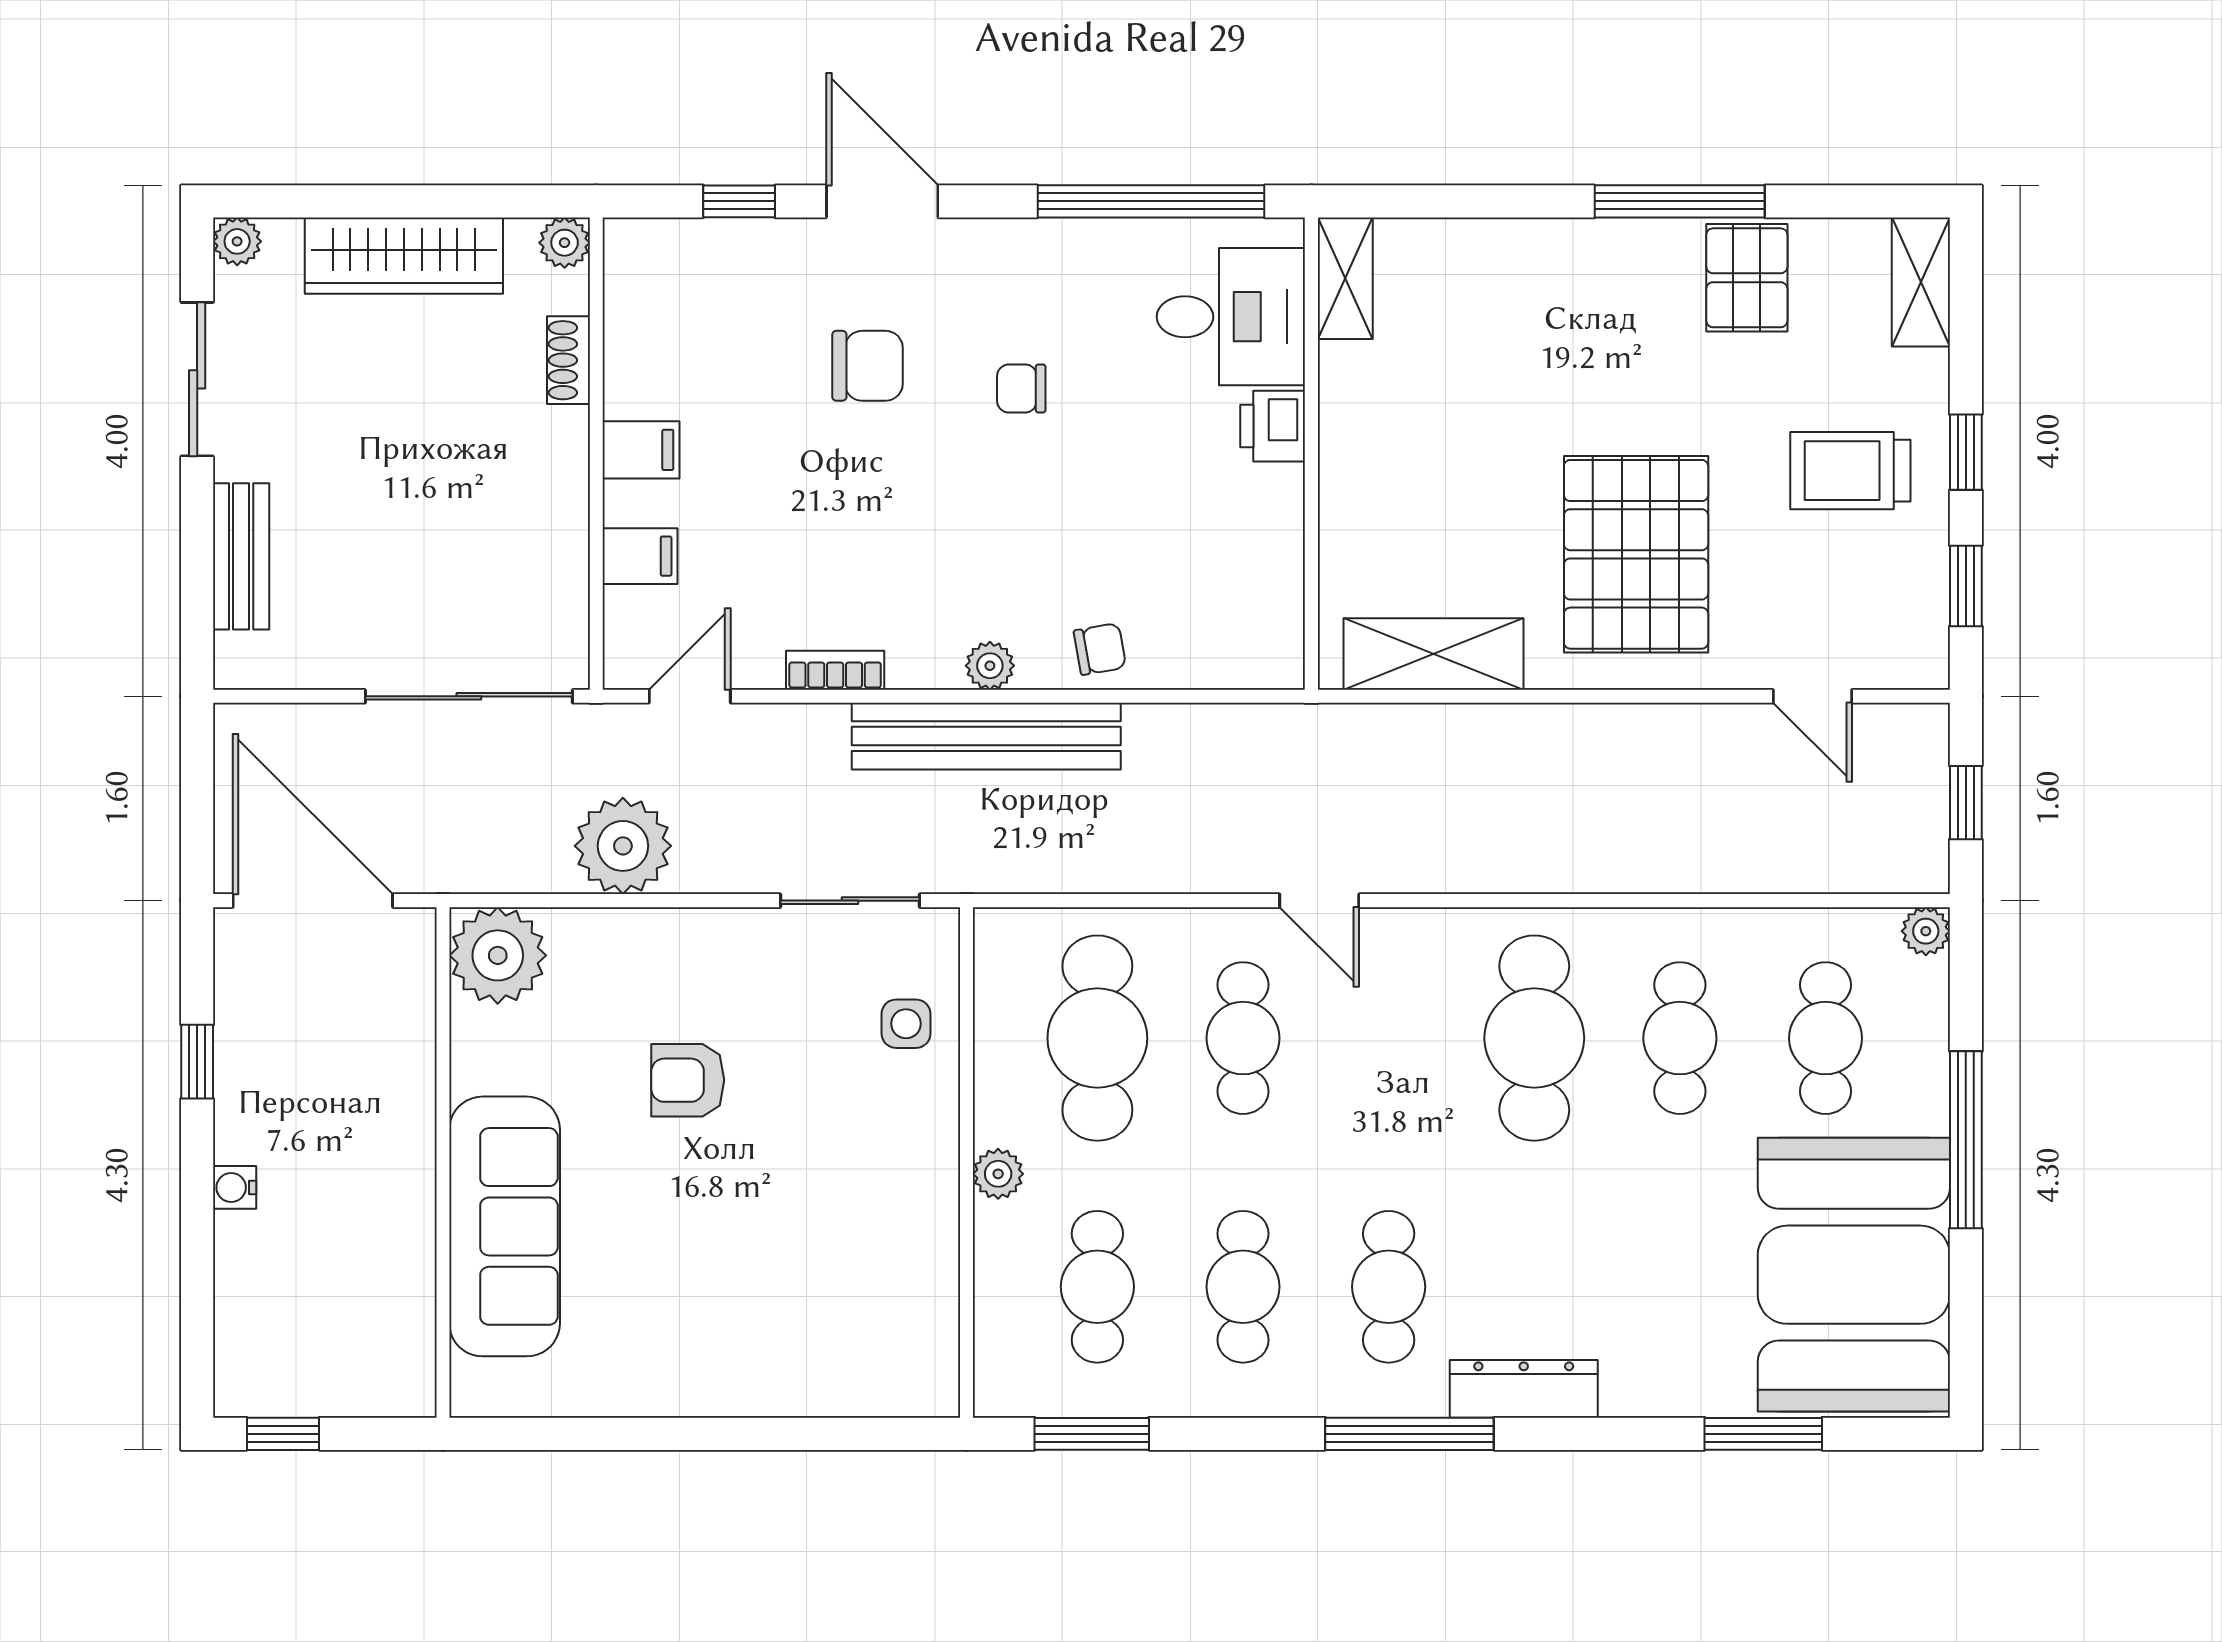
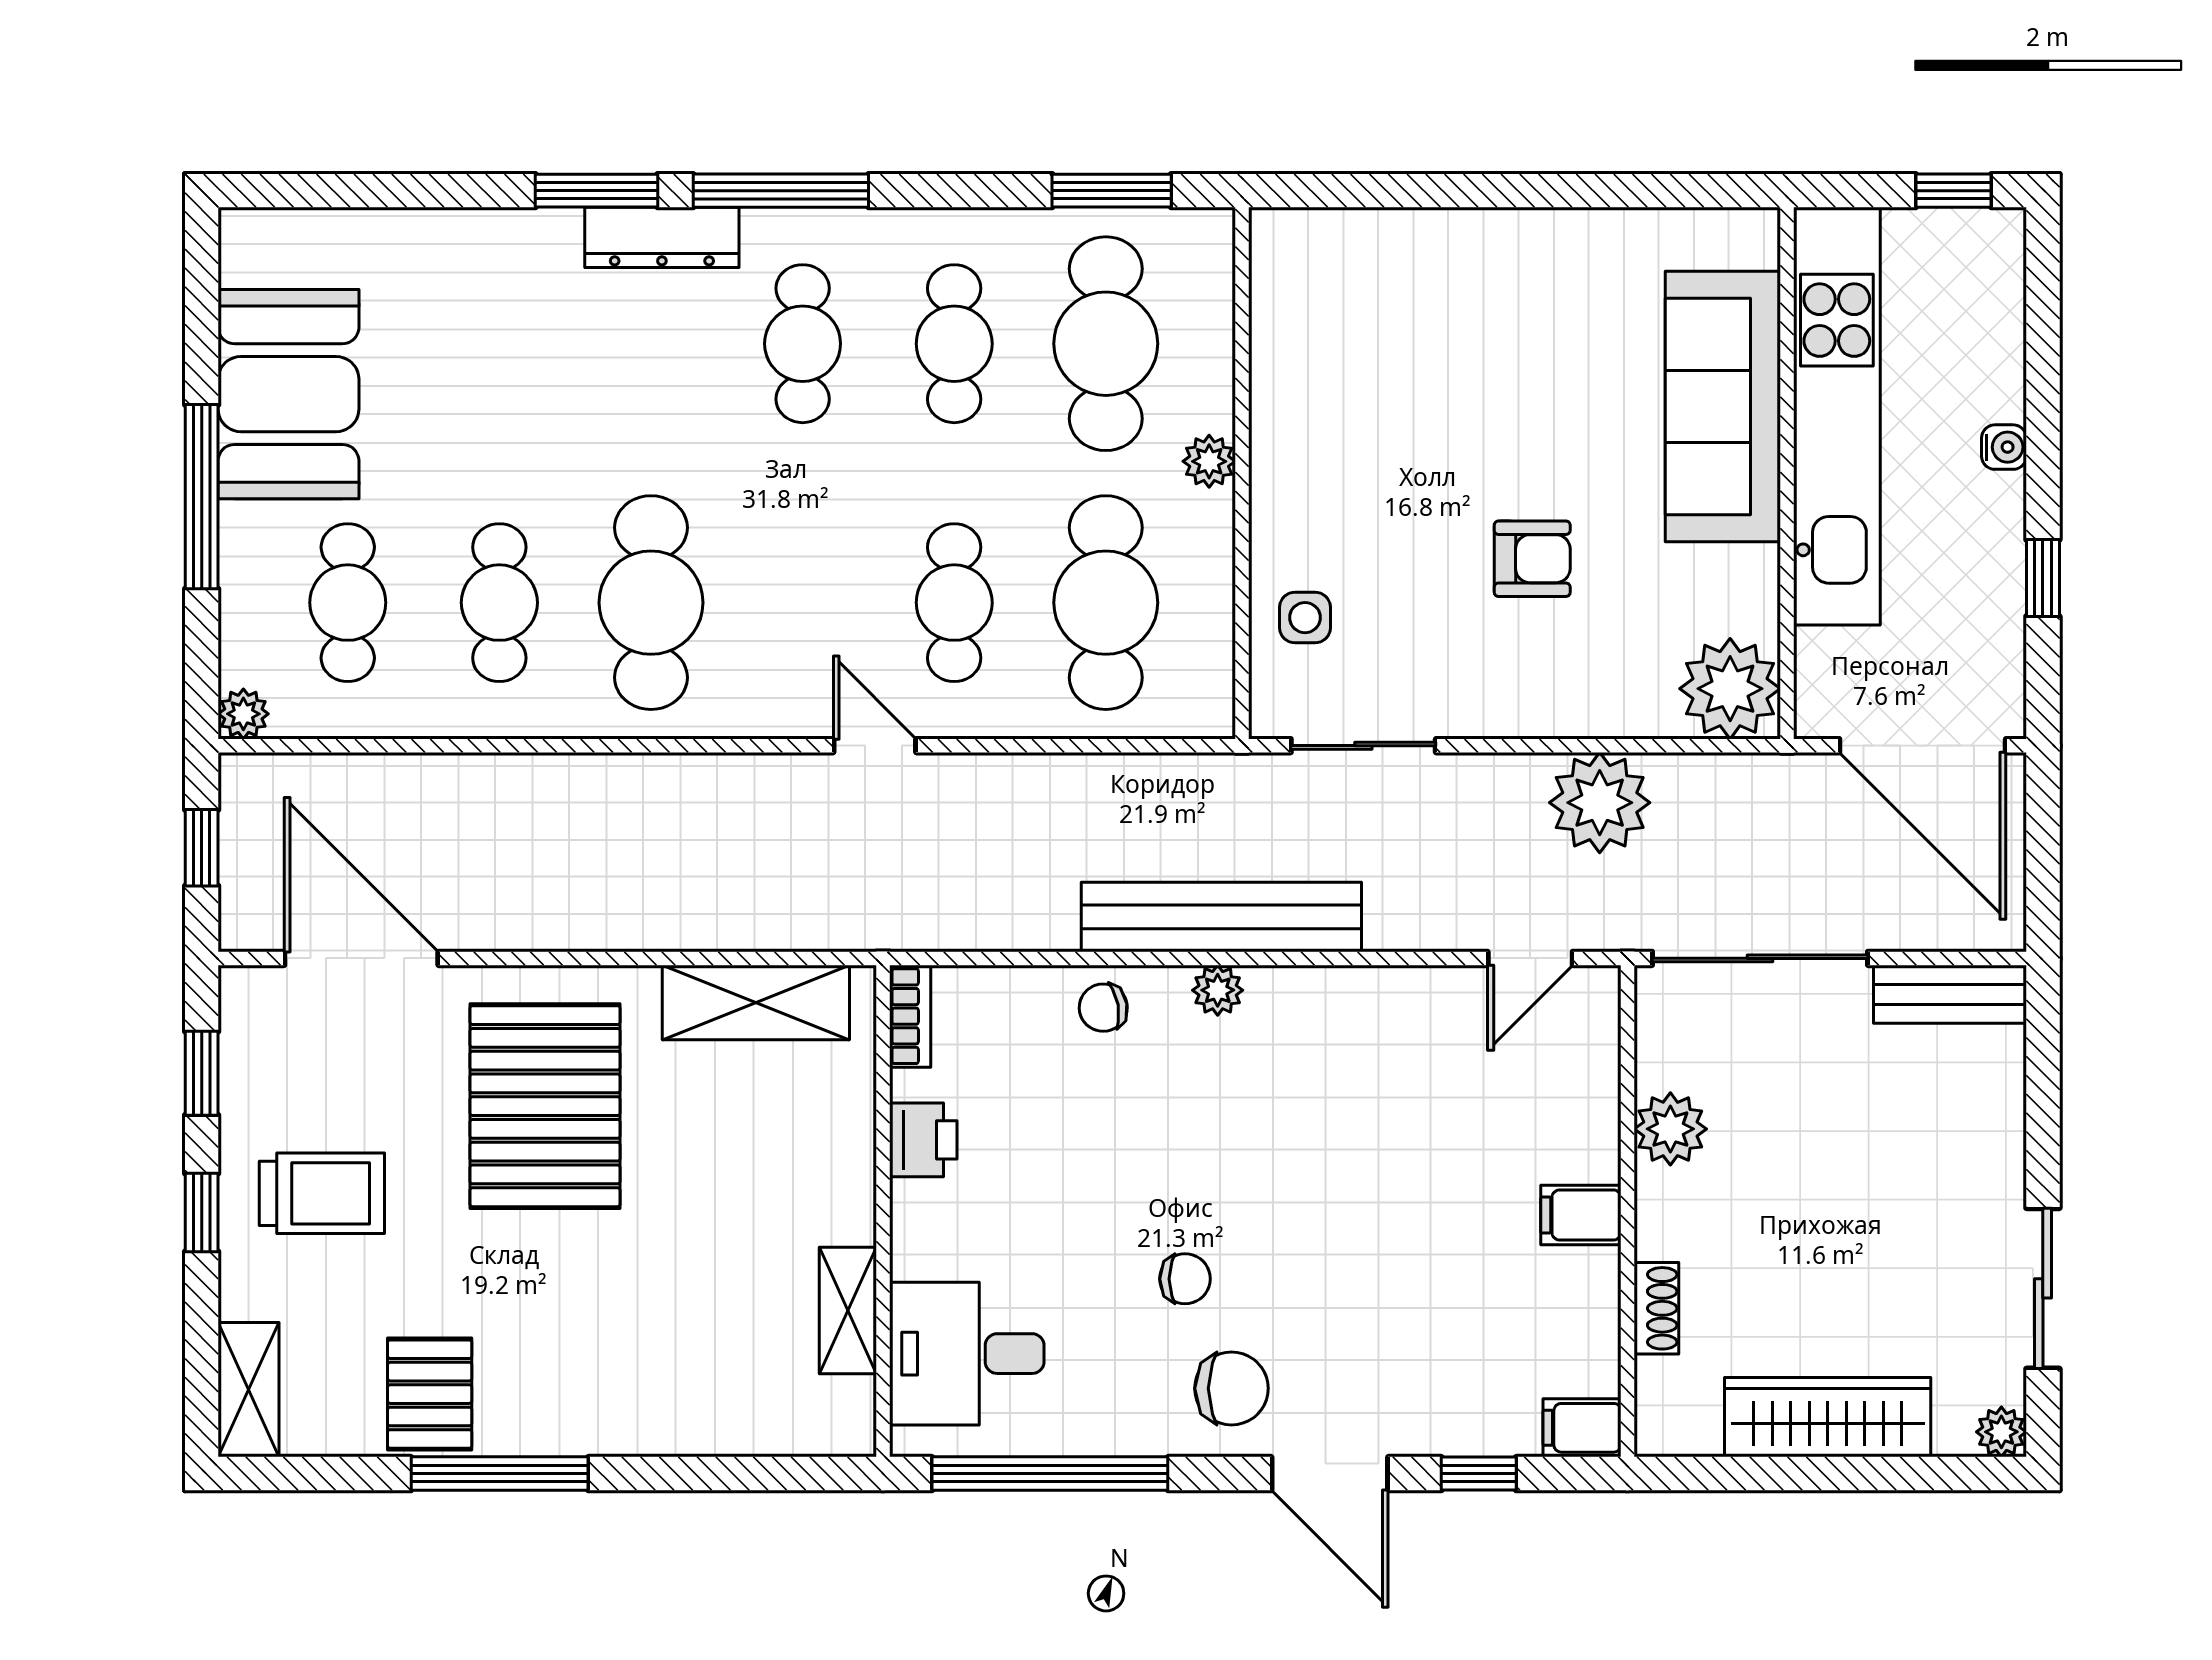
plant: (565, 243) -> (1670, 1129), moved, width x1.38, depth x1.38
shelving: (1345, 278) -> (848, 1311), moved
chair: (867, 366) -> (1231, 1388), moved, turned 180
printer: (1273, 426) -> (923, 1140), moved
bench: (241, 556) -> (1950, 994), moved, turned 90
filing cabinet: (640, 556) -> (1582, 1428), moved
bookcase: (835, 670) -> (910, 1016), moved, turned -90
door: (1812, 696) -> (361, 958), width x1.88
kitchen unit: (395, 1217) -> (1837, 416), added
booth: (1854, 1275) -> (289, 394), width x0.73, depth x0.70
cafe table: (1097, 1287) -> (1106, 344), width x1.37, depth x1.35
window: (1763, 1434) -> (597, 191), moved

